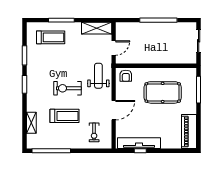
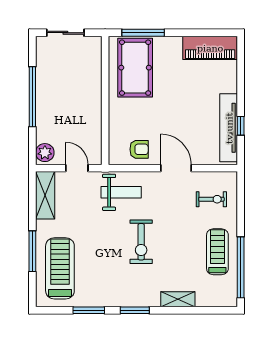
plant: (123, 28) -> (45, 153), added
treadmill: (51, 37) -> (60, 268), width x1.37, depth x1.38
weight bench: (98, 76) -> (121, 192), turned 180
armchair: (126, 76) -> (139, 149), moved
pool table: (163, 92) -> (135, 68), moved
treadmill: (65, 116) -> (217, 252), moved
shelving: (31, 123) -> (178, 299), moved

